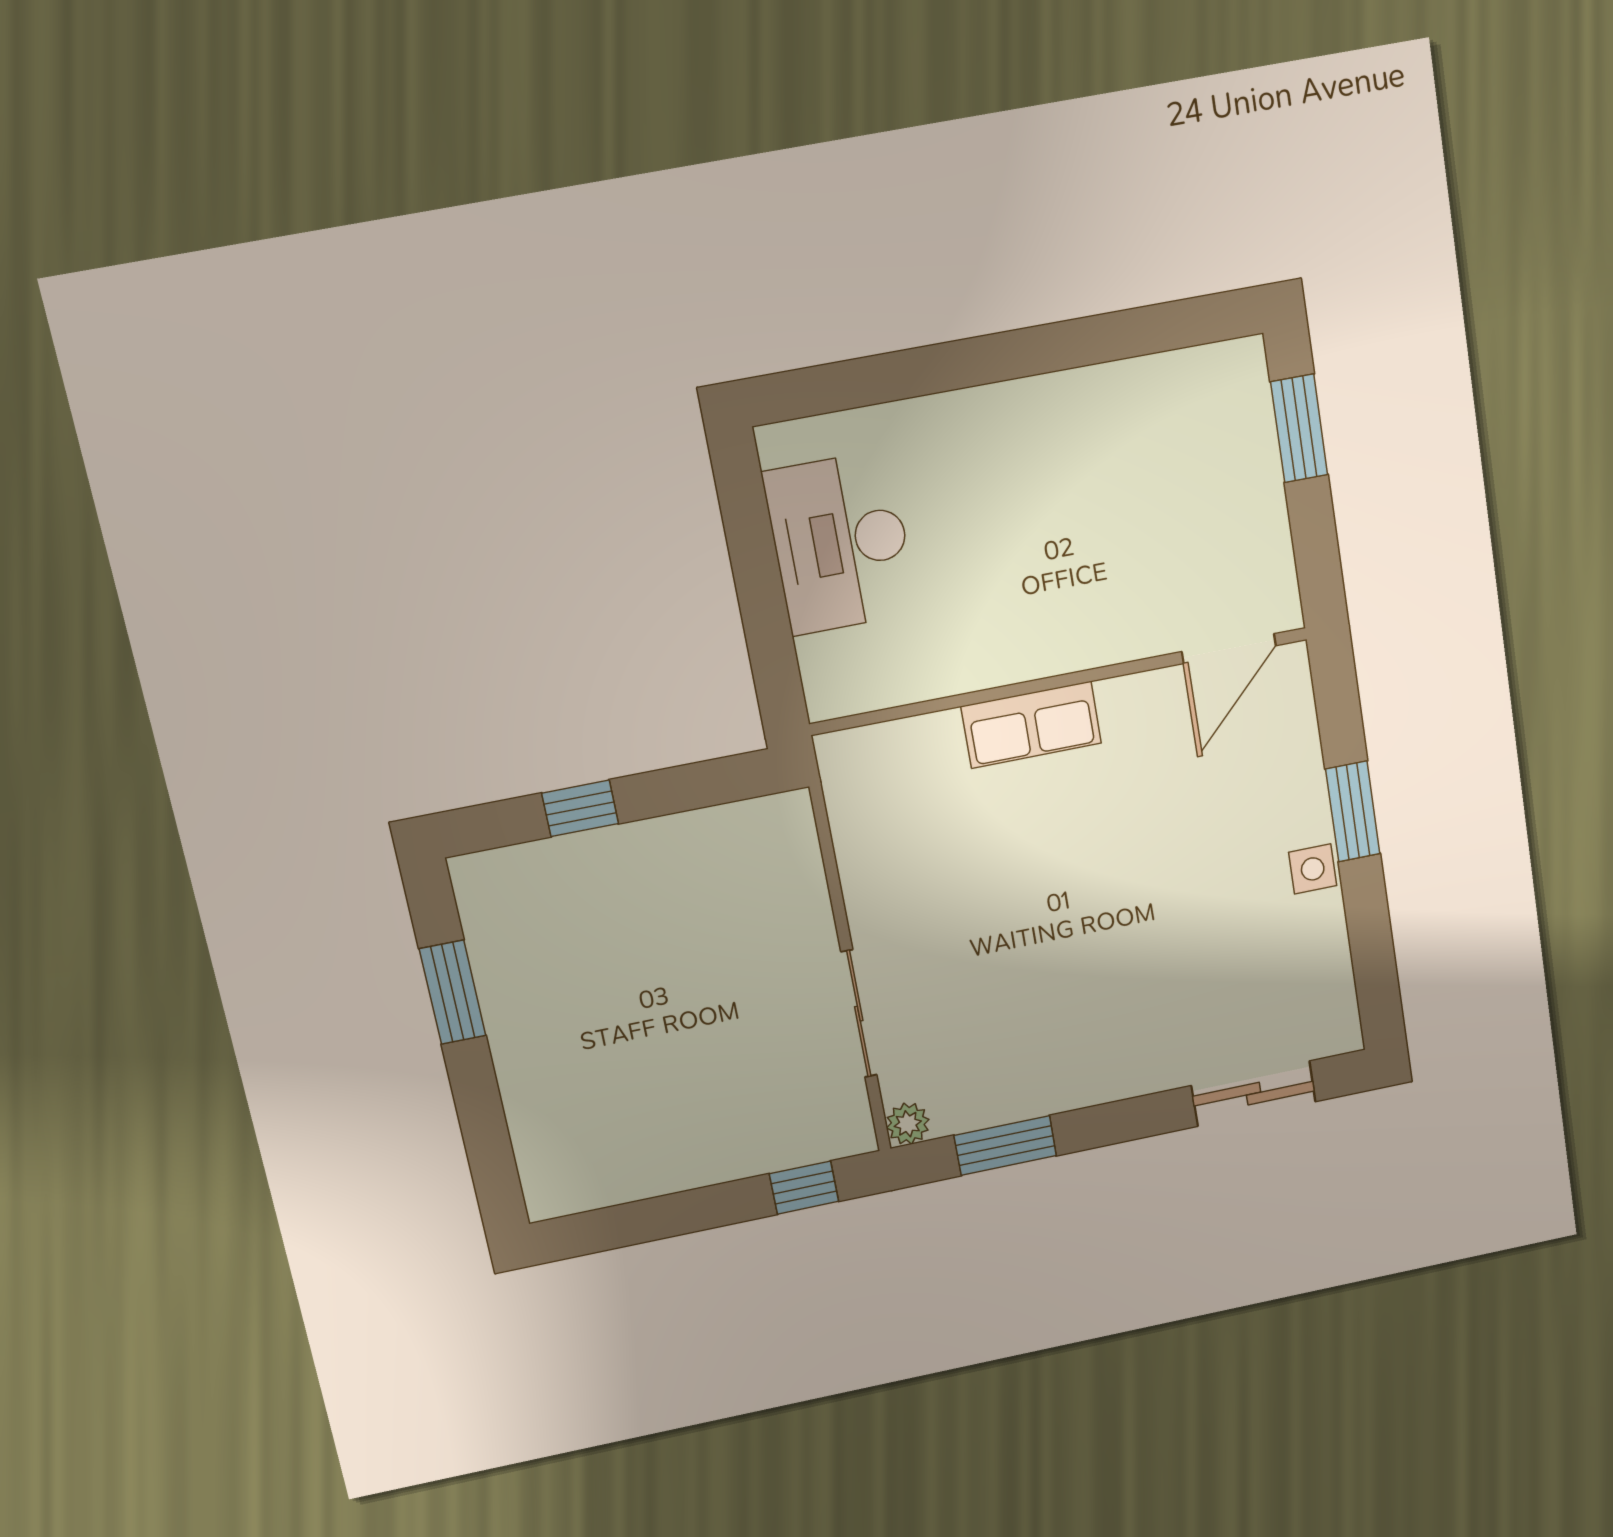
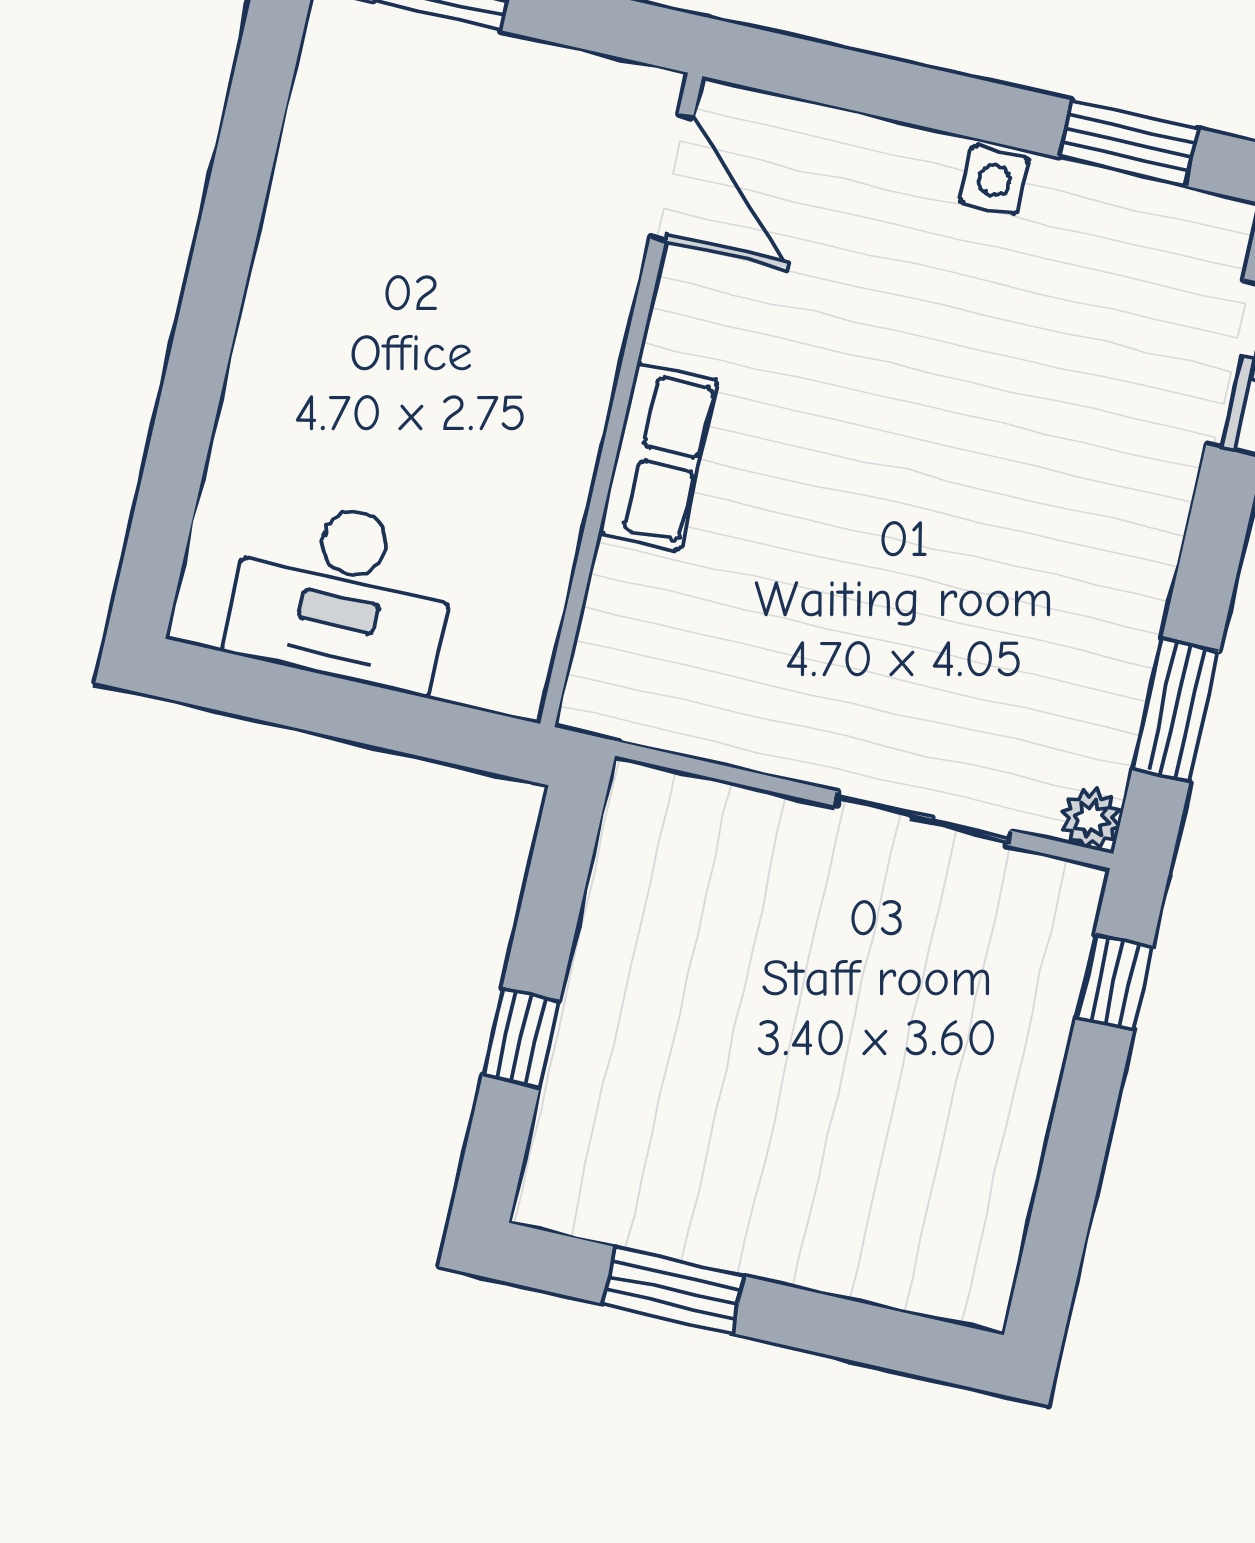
window: (1353, 811) -> (1128, 143), moved

